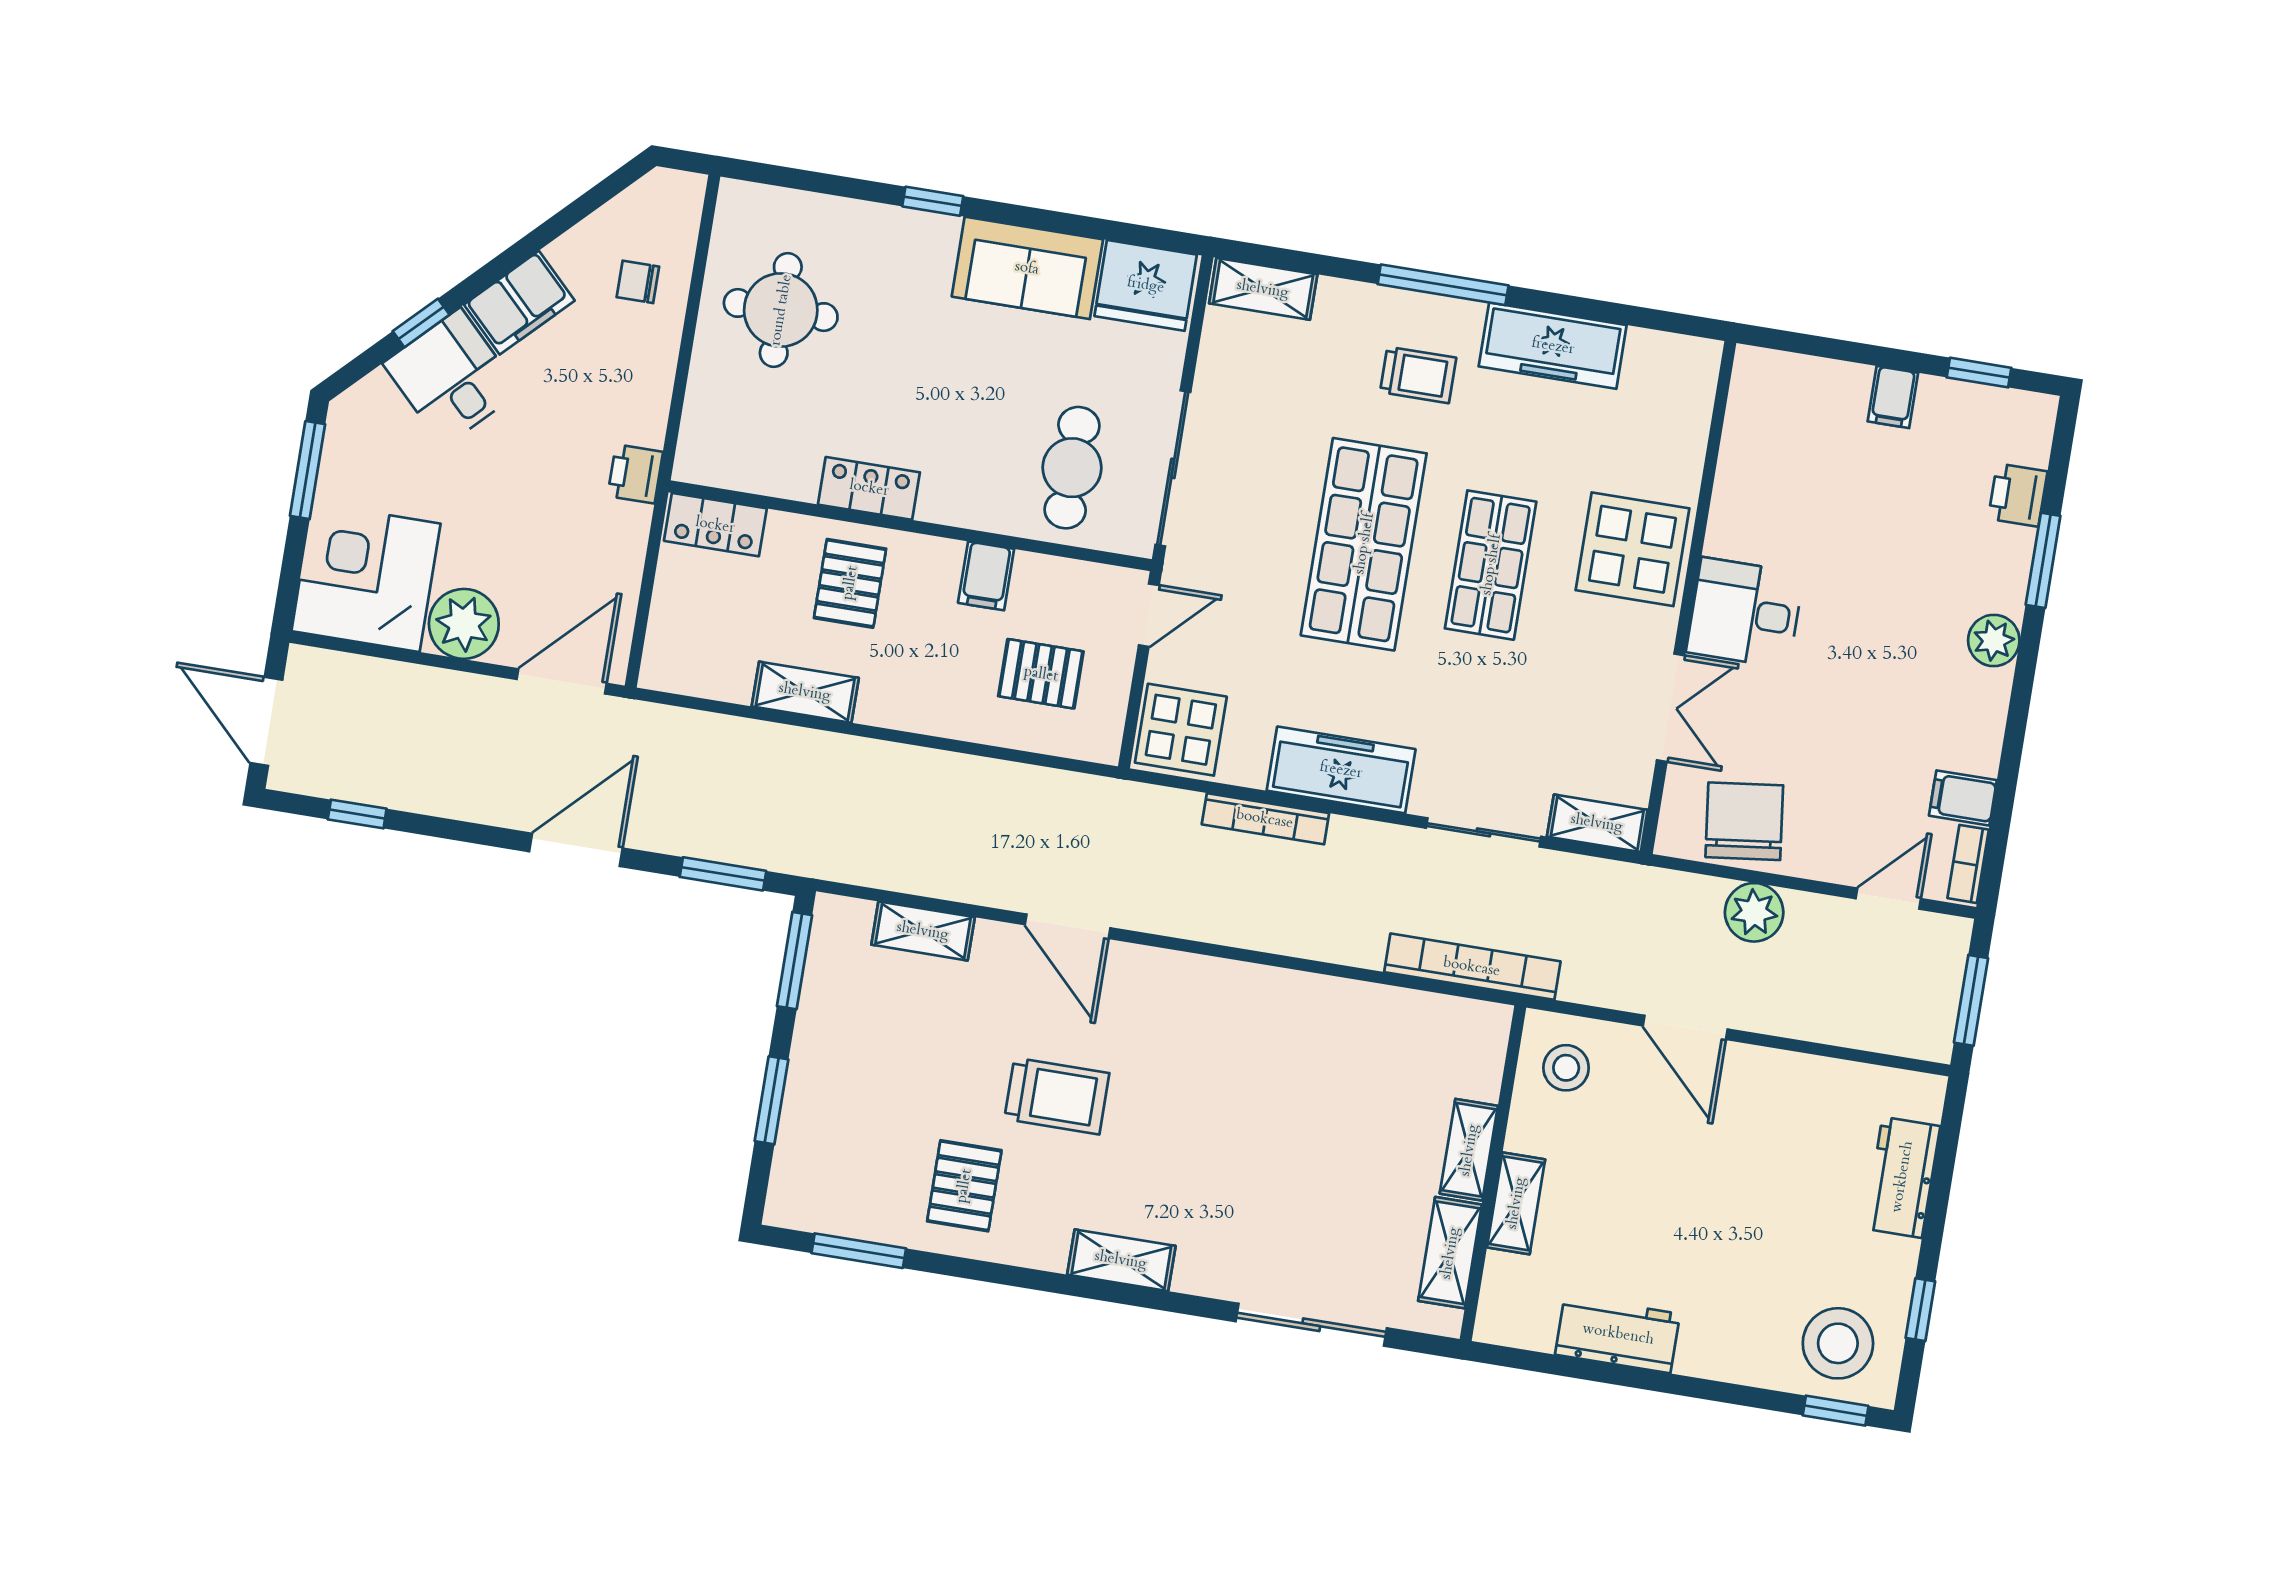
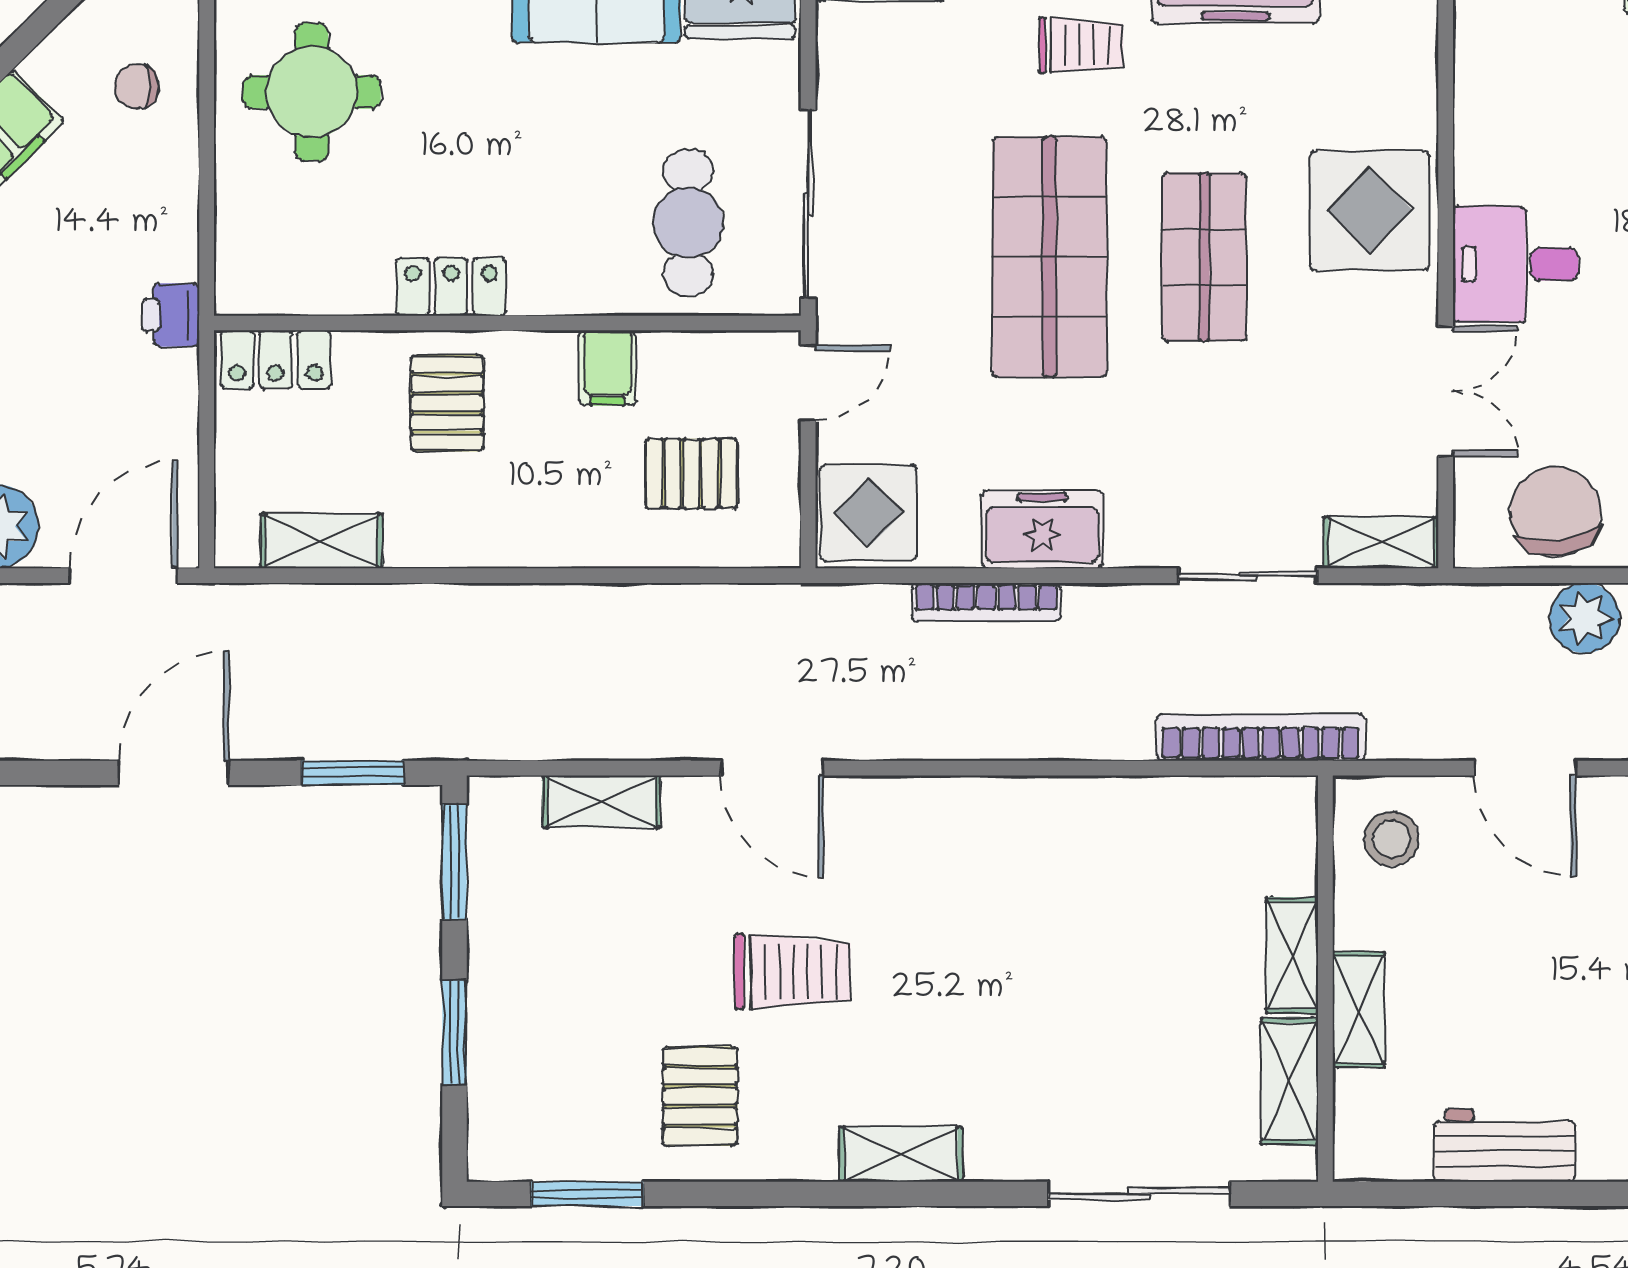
shelving: (805, 692) -> (322, 541), moved
freezer: (1341, 770) -> (1042, 529), width x0.71

